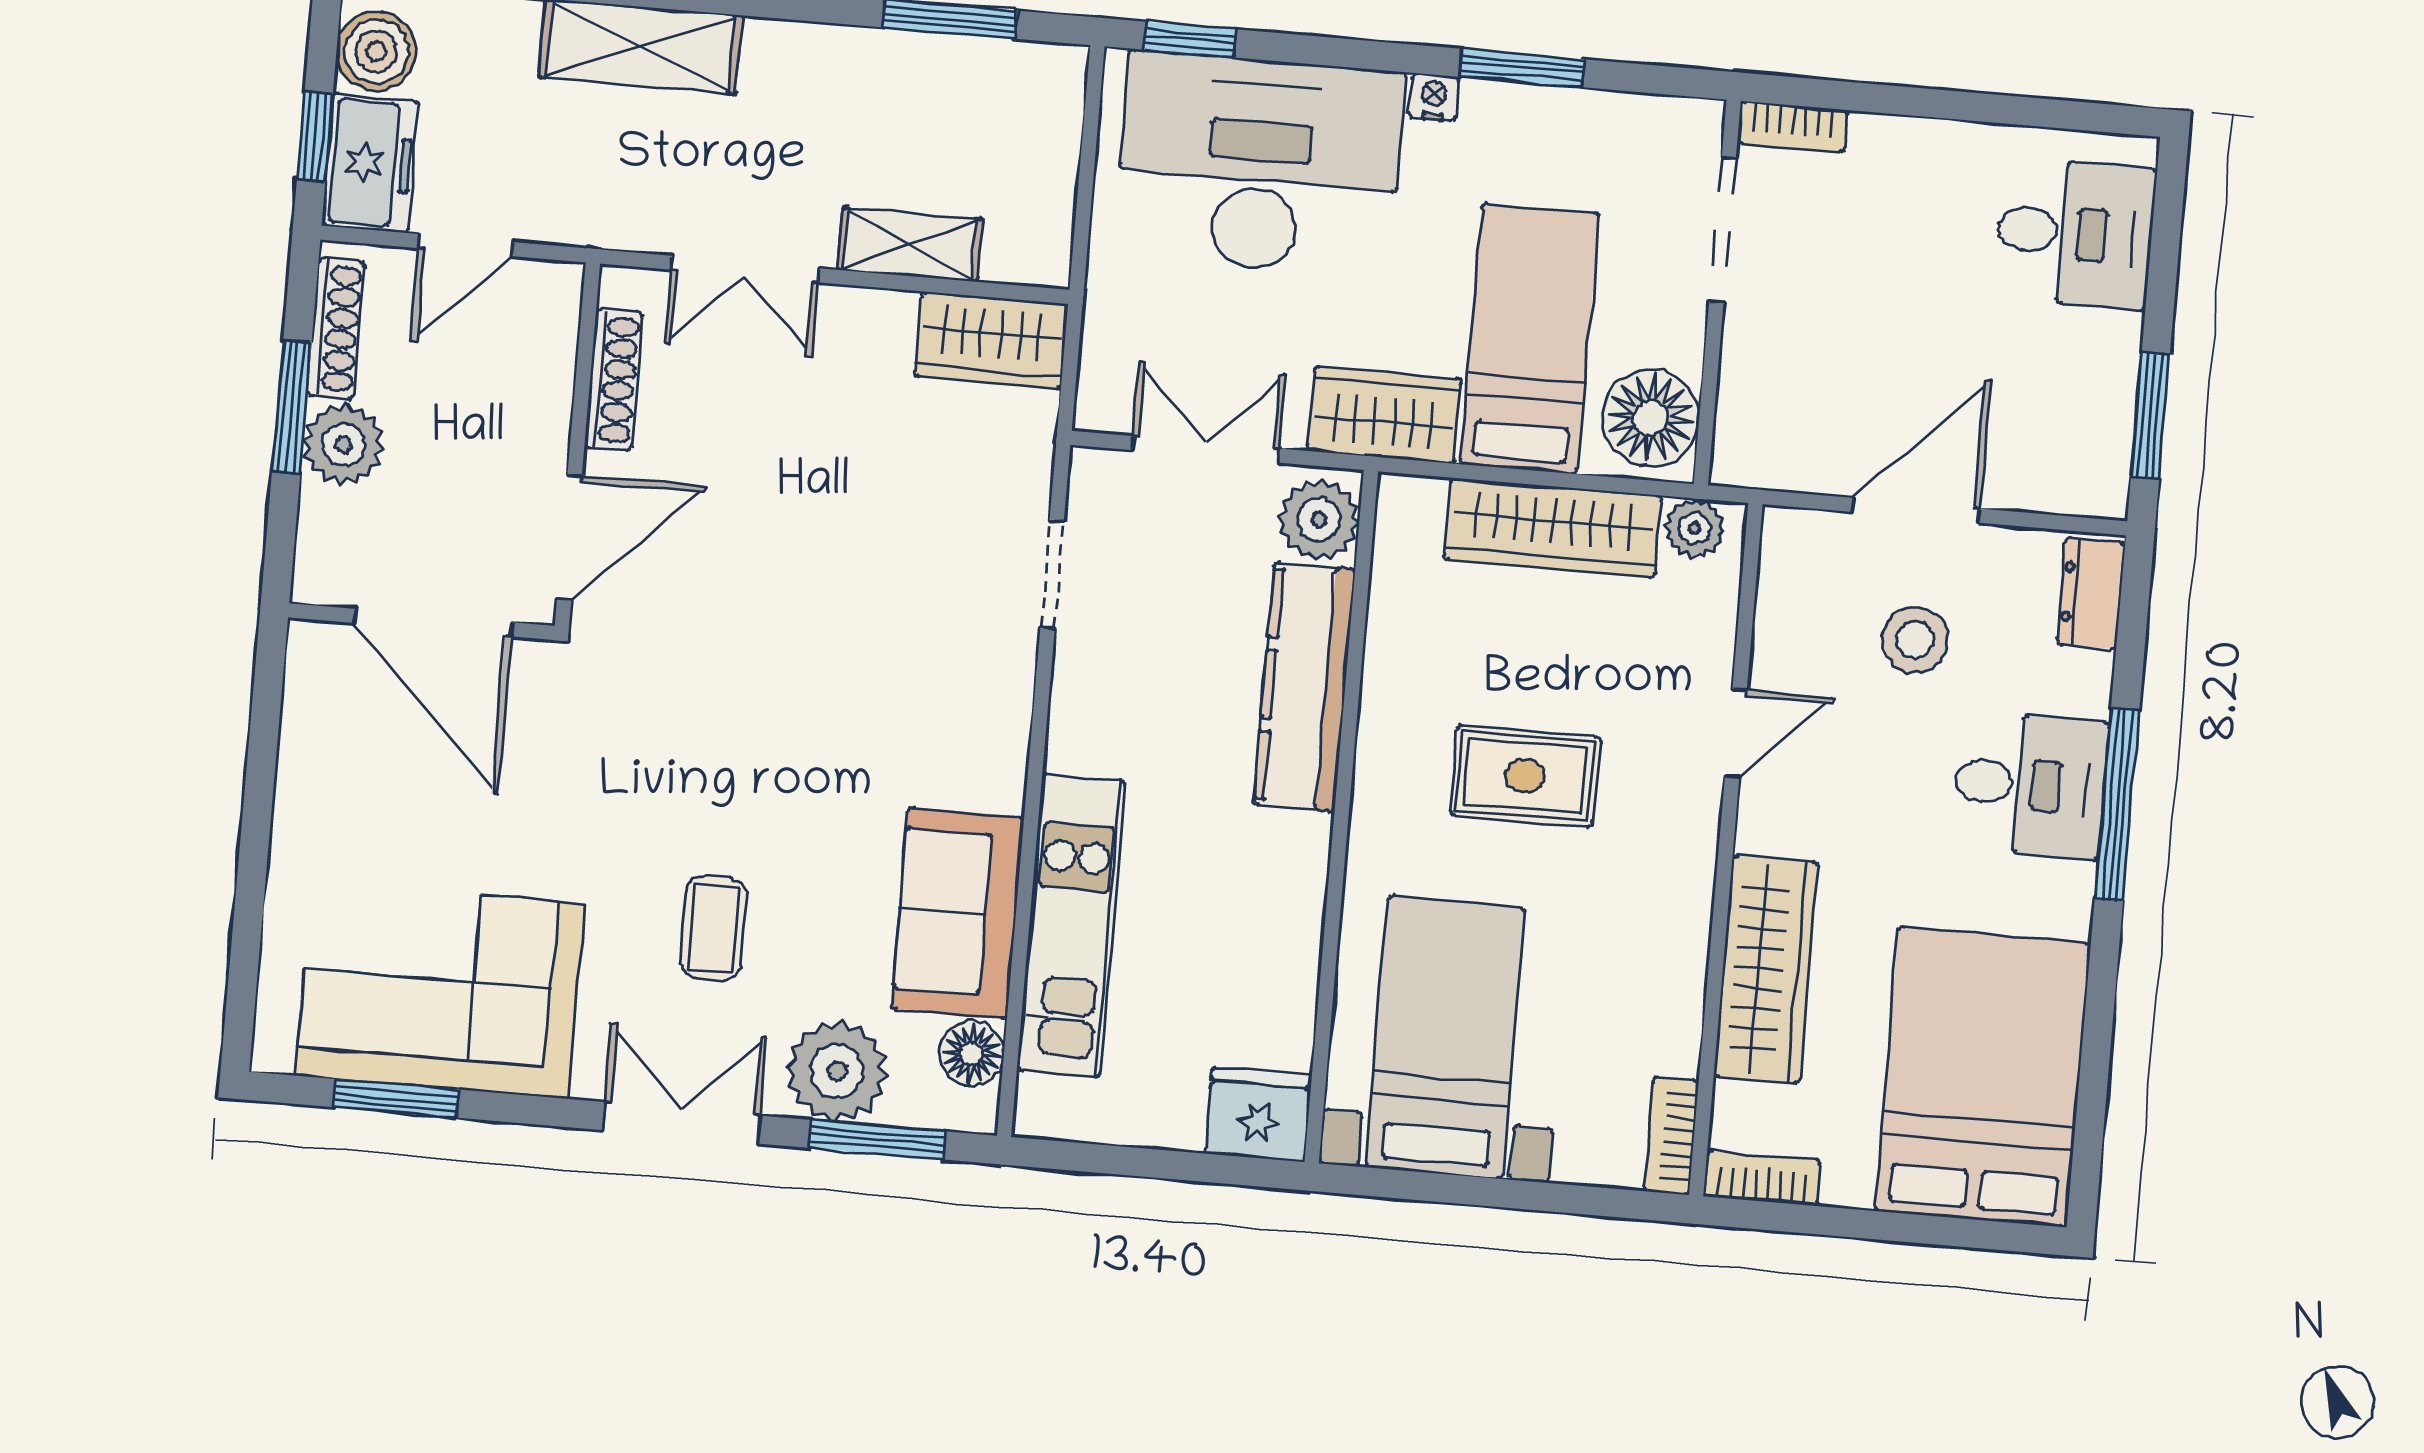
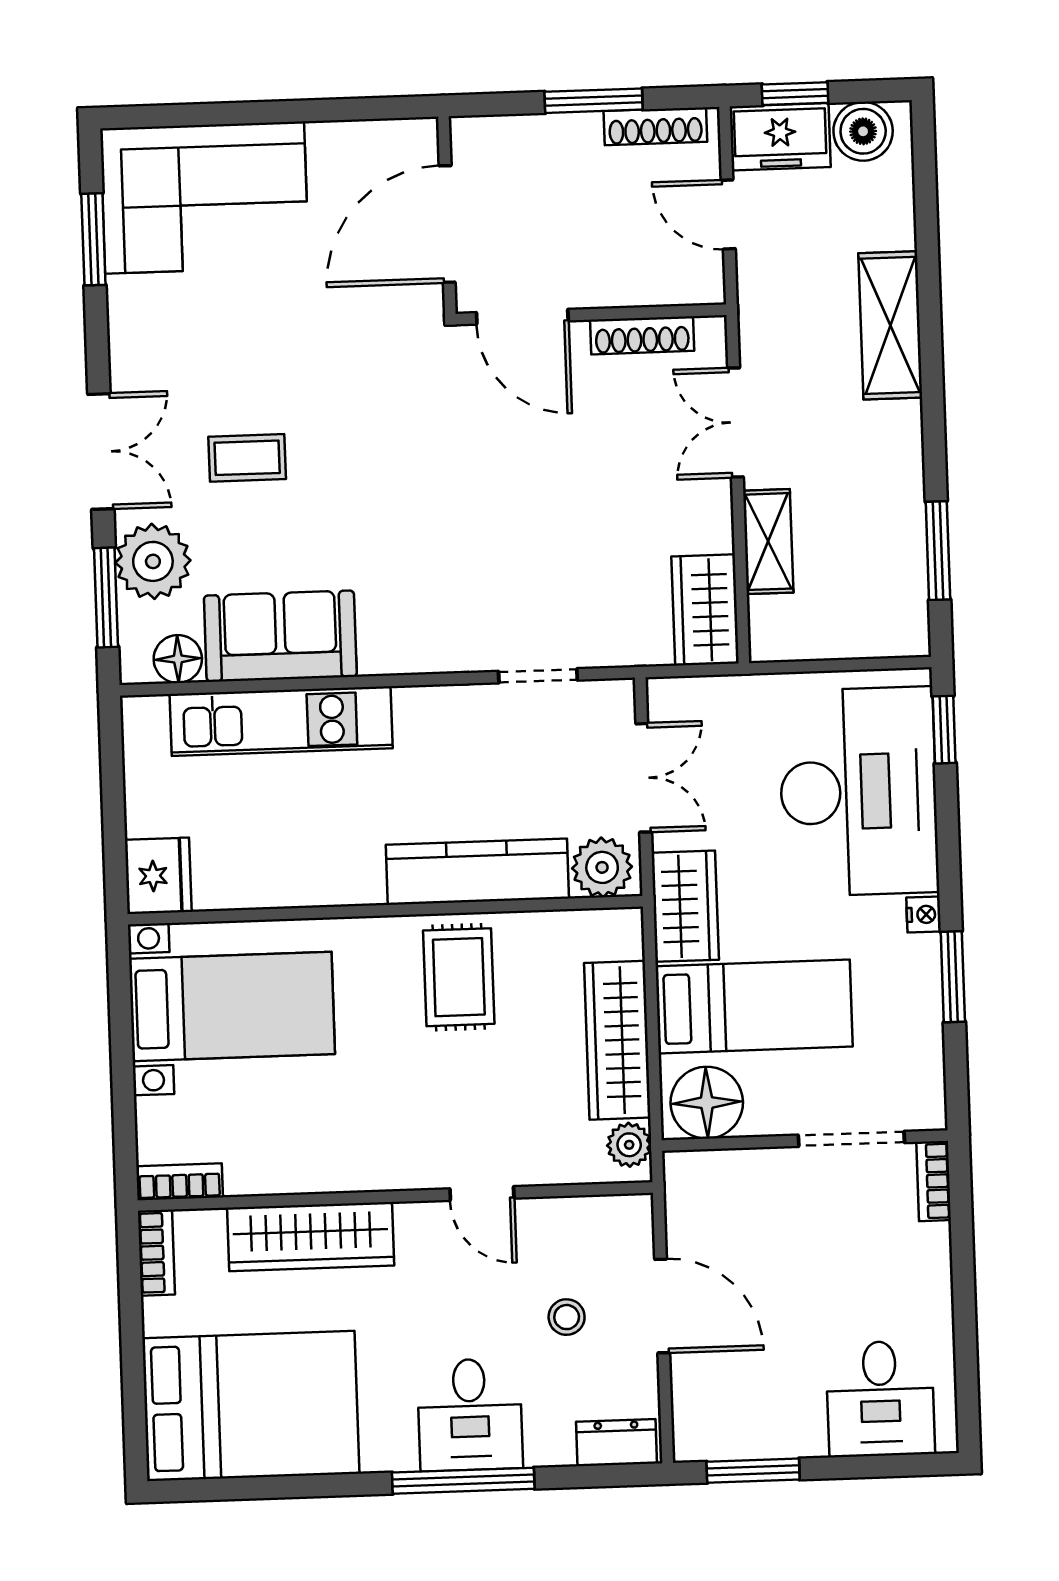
plant: (343, 444) -> (570, 142), removed
stool: (1915, 640) -> (567, 1317), width x0.73, depth x0.73
rug: (1525, 776) -> (459, 977), moved
corner sofa: (440, 990) -> (204, 198), moved, turned 90

